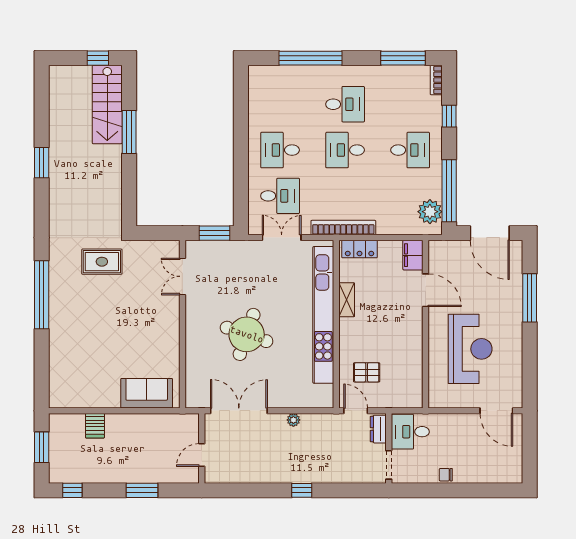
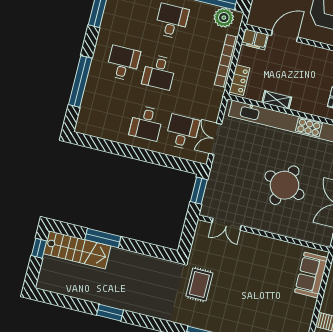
bookcase: (343, 228) -> (226, 61), moved

